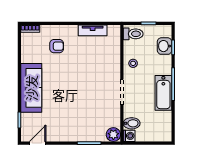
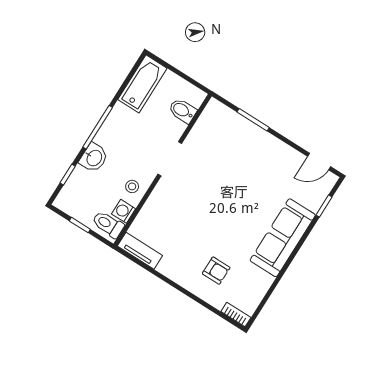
tv unit: (93, 30) -> (140, 251), moved
armchair: (57, 46) -> (216, 271), turned 180
washbasin: (164, 46) -> (94, 158), moved
bathtub: (163, 93) -> (142, 84), moved
plant: (113, 135) -> (215, 111), removed
washing machine: (129, 136) -> (124, 211), moved

